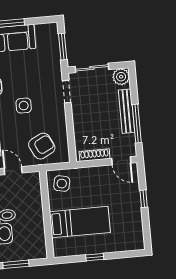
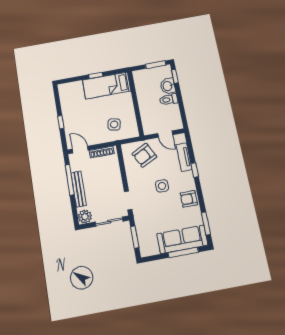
side table: (62, 184) -> (114, 124), moved
bed: (80, 222) -> (107, 85), moved

